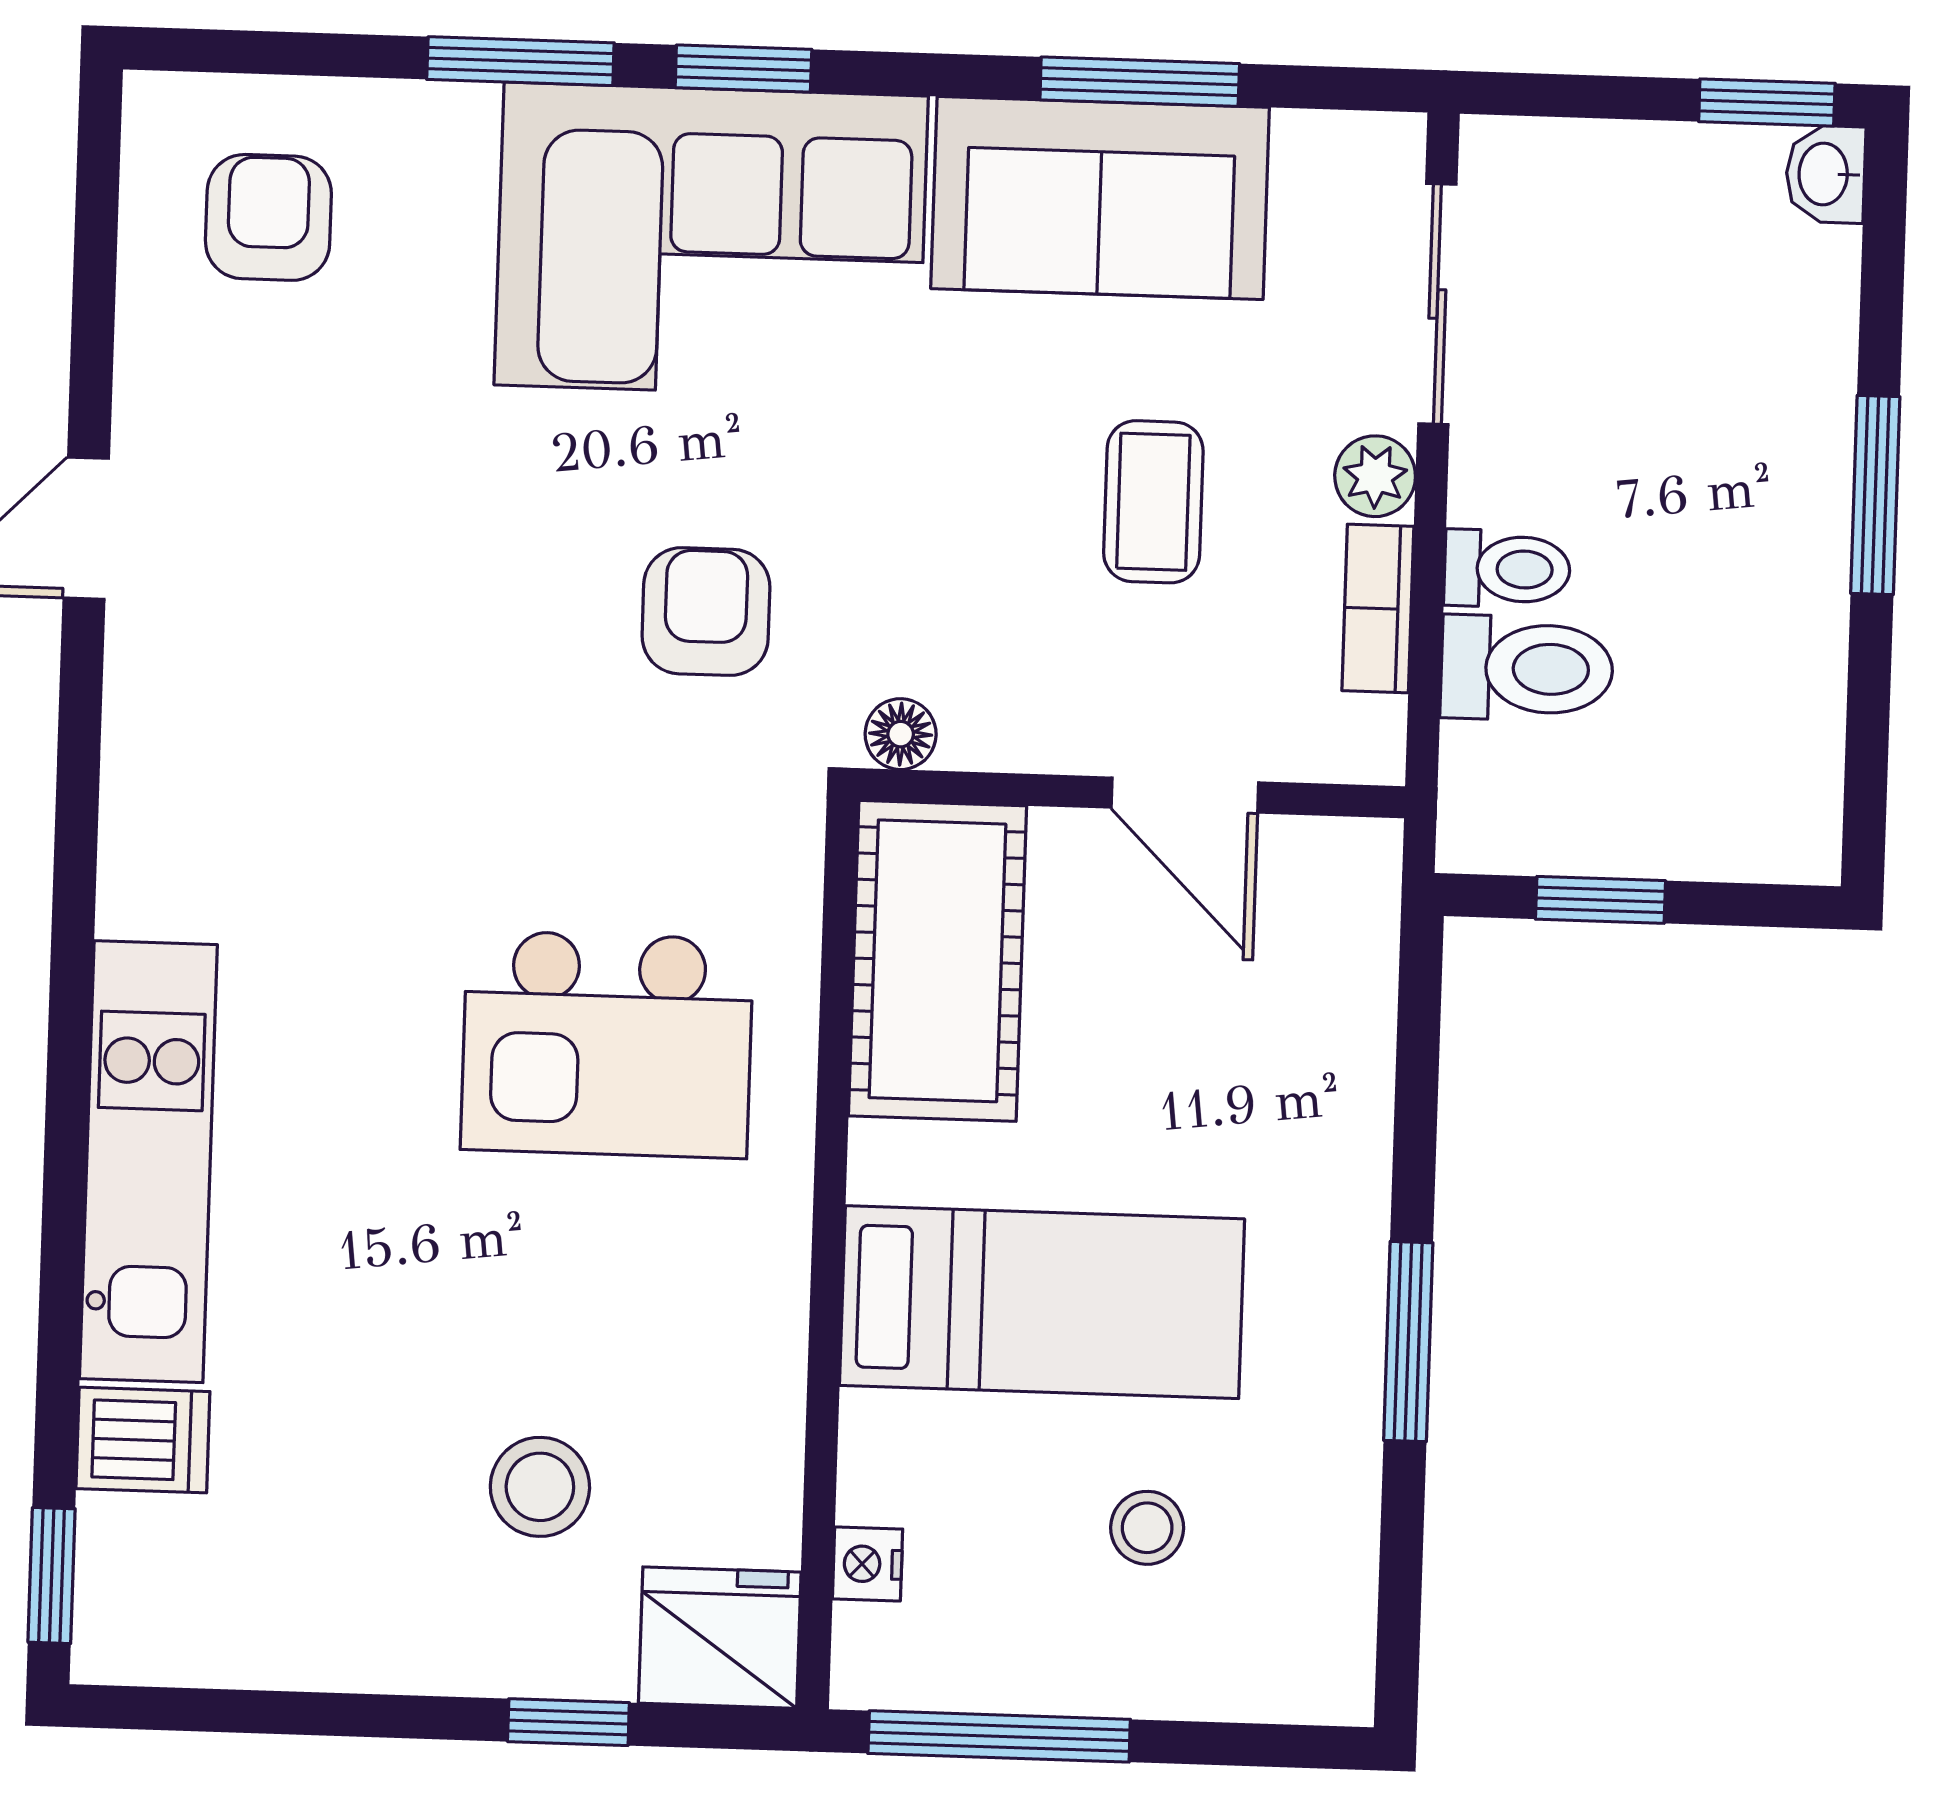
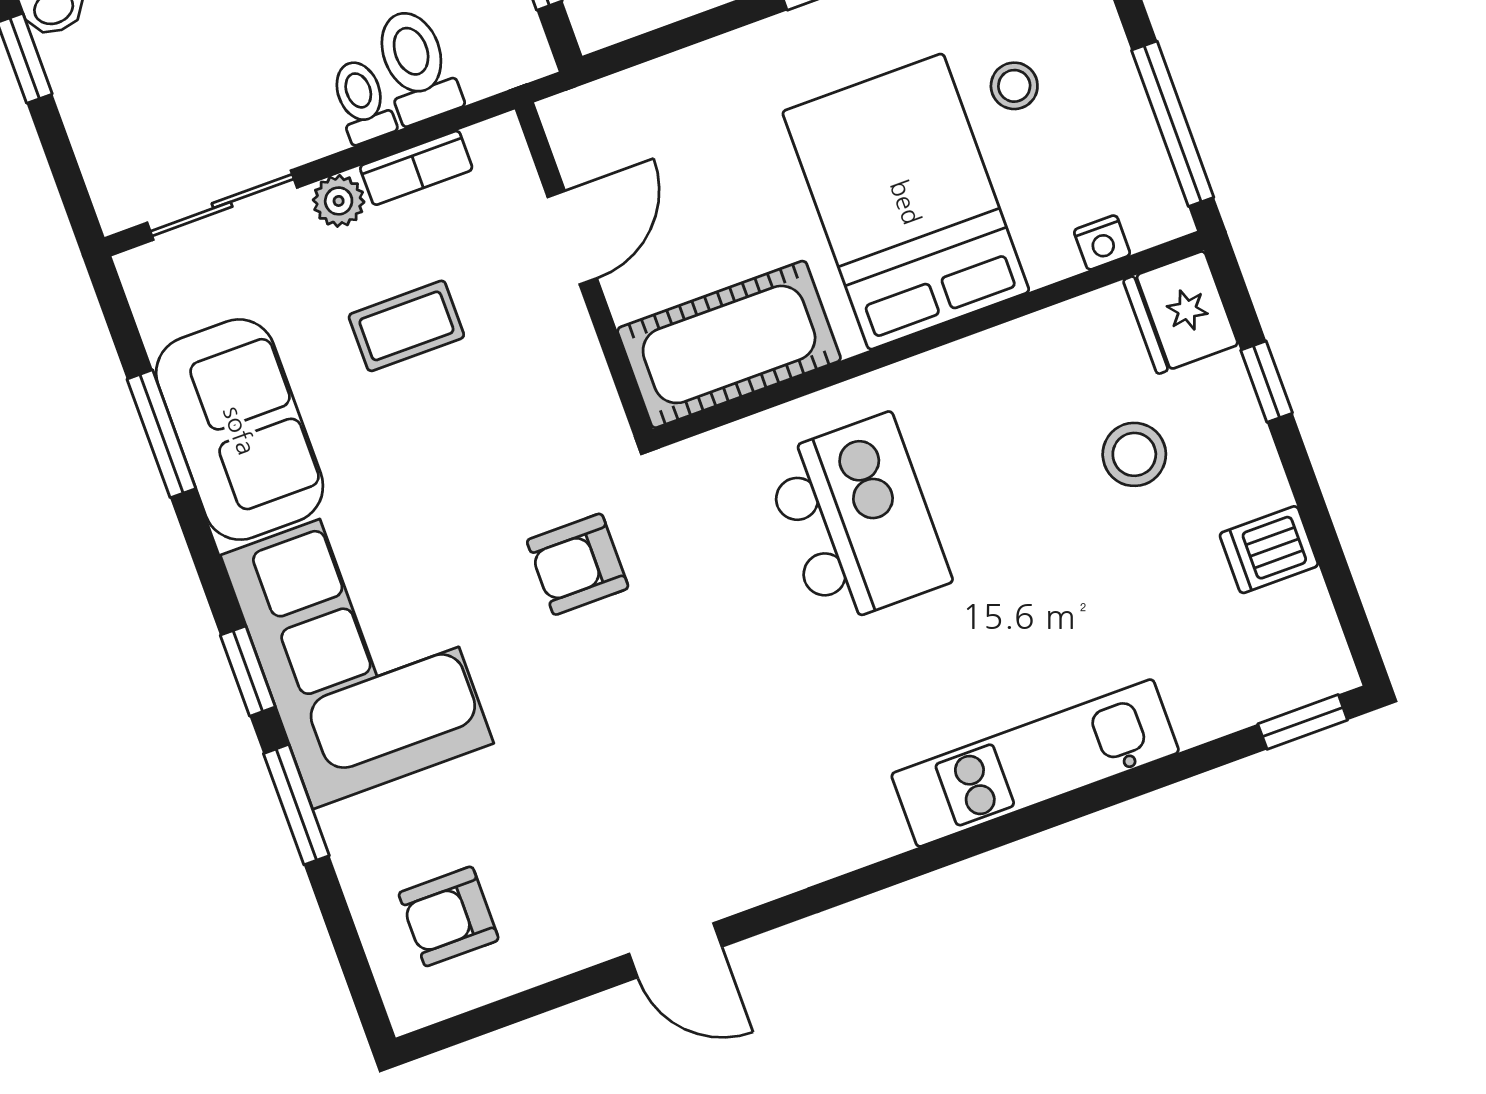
floor lamp: (901, 734) -> (604, 420), removed
bed: (1042, 1302) -> (906, 202), width x1.50
dishwasher: (143, 1440) -> (1269, 550), moved, turned -90

